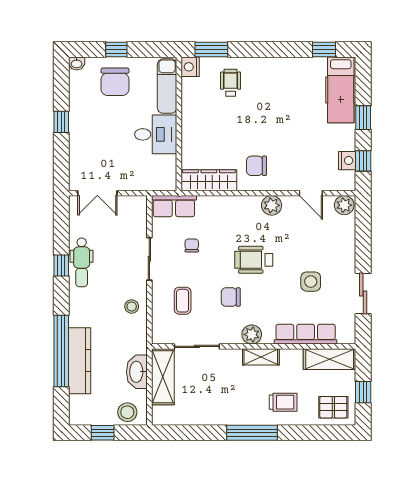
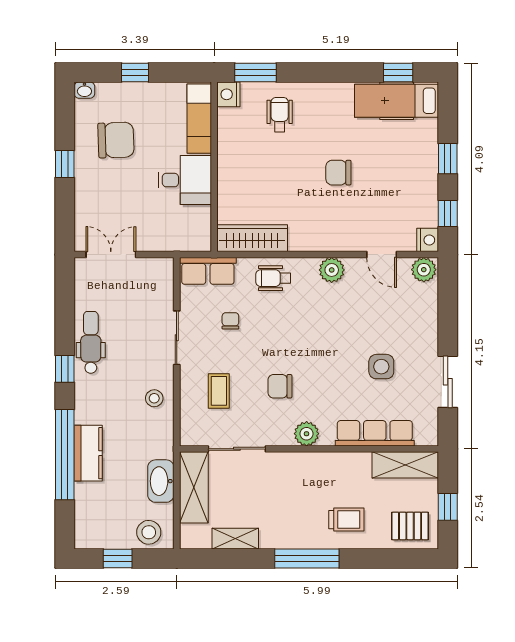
chair: (115, 82) -> (116, 140), moved, turned -92
hospital bed: (341, 90) -> (397, 101), moved, turned 90
nightstand: (347, 161) -> (428, 240), moved
chair: (257, 166) -> (338, 173), moved
double door: (97, 193) -> (111, 255), swing flipped
wheelchair: (254, 260) -> (273, 278), moved, width x0.73, depth x0.73
dental chair: (82, 262) -> (91, 342), turned 180
window: (61, 265) -> (65, 369), moved
shelving: (261, 357) -> (235, 539), moved
kitchen counter: (80, 361) -> (88, 453), width x0.67

